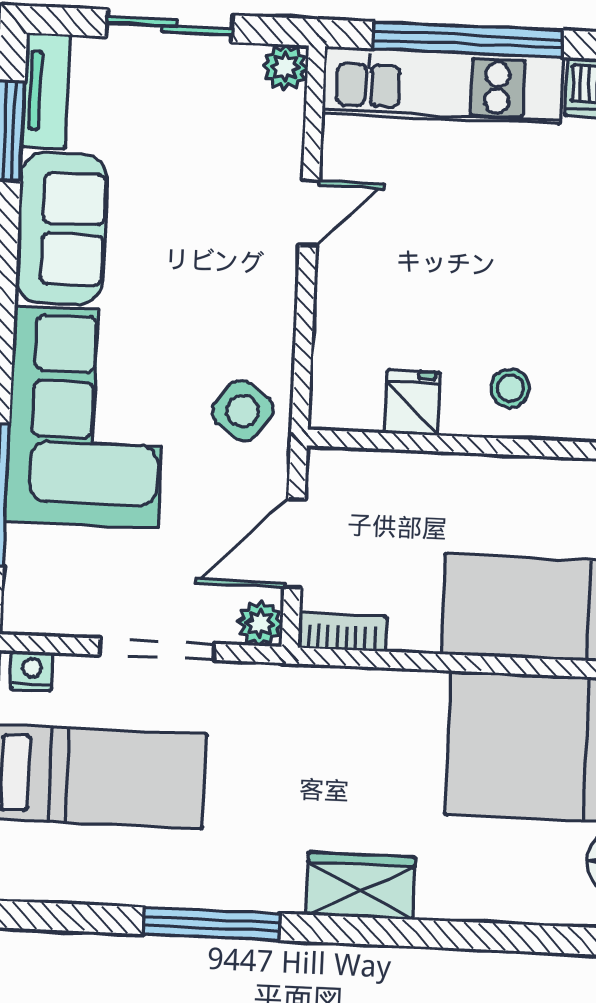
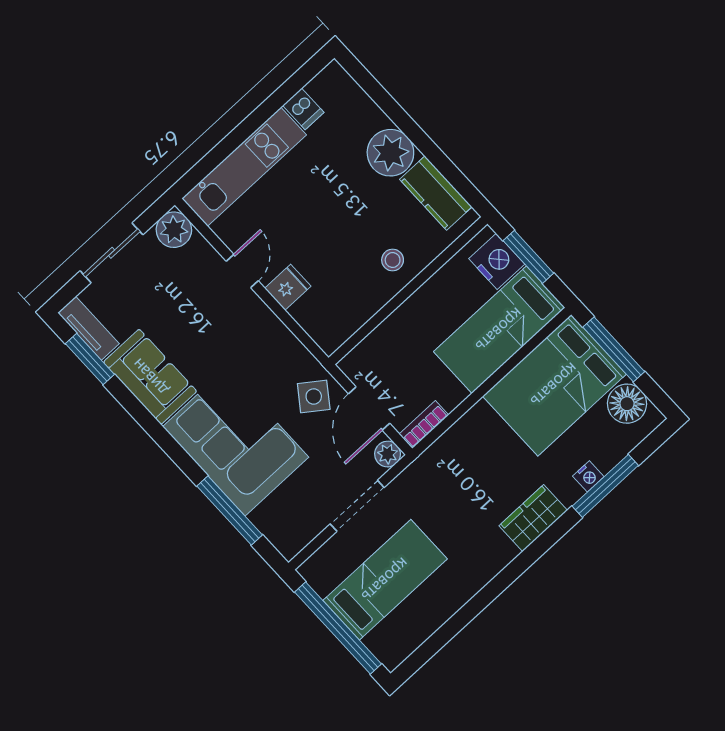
window: (468, 39) -> (236, 138), removed
plant: (285, 67) -> (174, 230), width x1.38, depth x1.38
fridge: (412, 403) -> (288, 287), moved, turned 90
side table: (243, 411) -> (314, 397), moved
nightstand: (32, 671) -> (588, 476), moved, turned 180
window: (212, 924) -> (605, 486), moved

